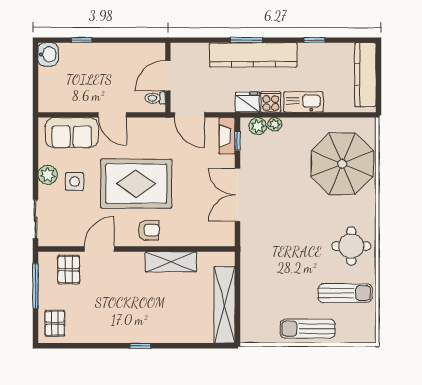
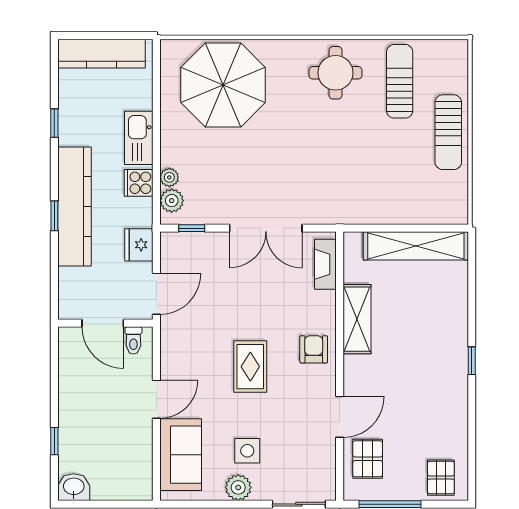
window: (246, 40) -> (54, 216), width x0.67
fridge: (248, 102) -> (139, 245), moved
fireplace: (227, 136) -> (325, 264), moved, turned 90
rug: (136, 184) -> (250, 367), width x0.54, depth x0.49
door: (99, 249) -> (340, 417), swing flipped
pallet: (69, 270) -> (368, 459), turned 90
pallet: (55, 323) -> (441, 478), turned 90

